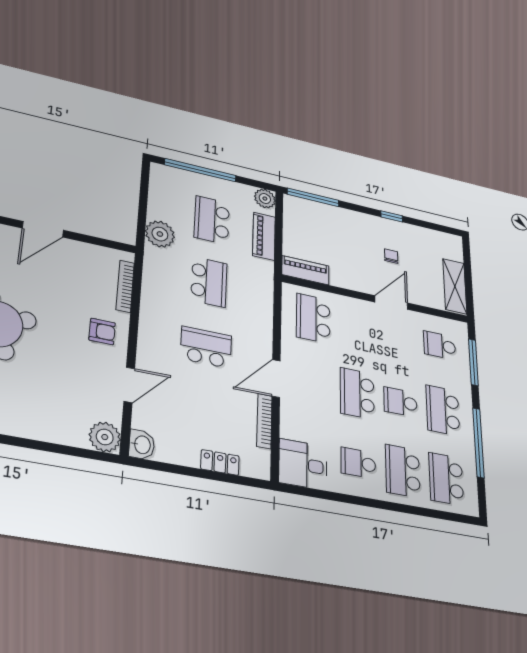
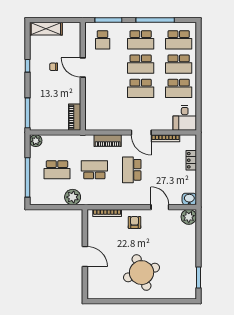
piano: (264, 236) -> (108, 141), moved
shelving: (455, 286) -> (46, 29), moved
school desk: (313, 318) -> (103, 113), removed
school desk: (400, 402) -> (141, 64), width x1.85
school desk: (358, 463) -> (179, 88), width x1.85

